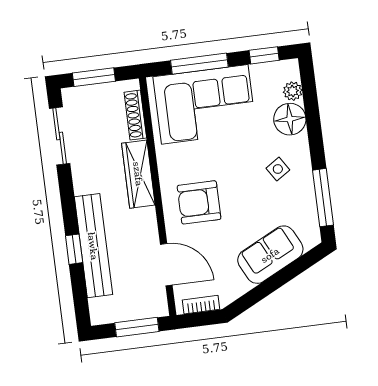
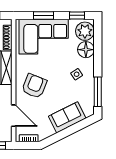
window: (199, 64) -> (44, 15), width x0.69
plant: (293, 91) -> (85, 31), width x1.87, depth x1.87
armchair: (199, 202) -> (34, 86), turned 112

